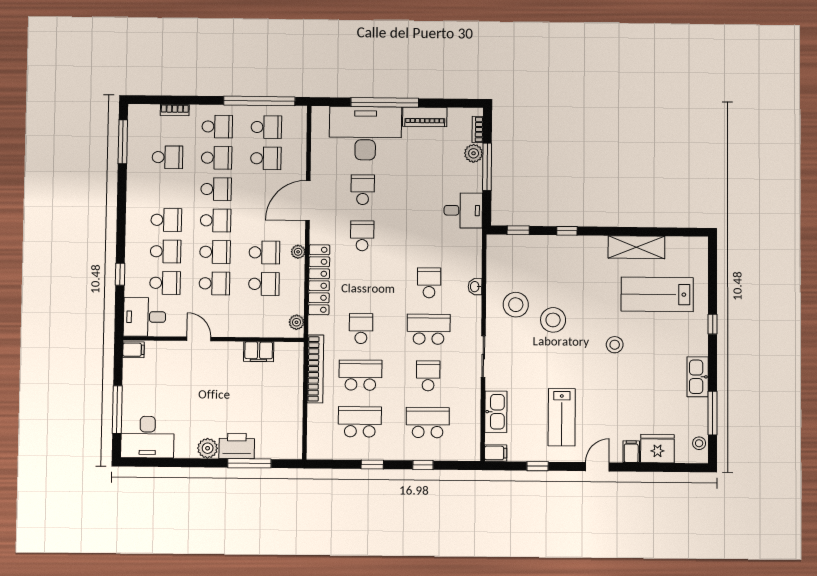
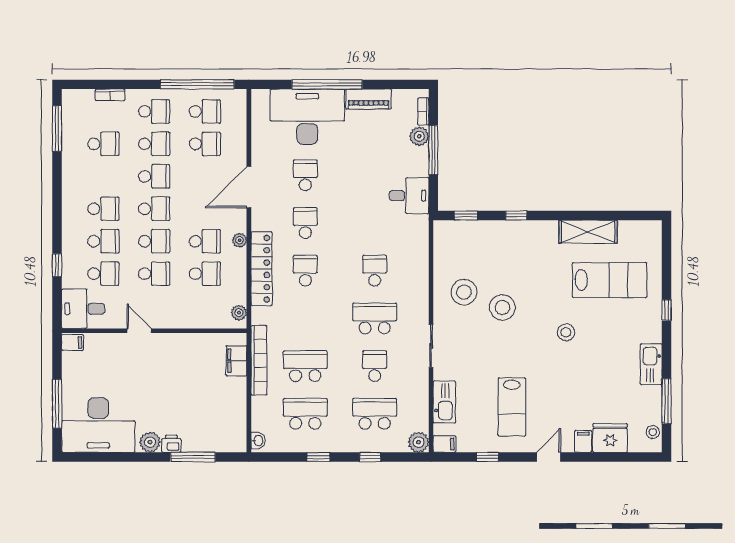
washbasin: (475, 287) -> (258, 441), moved, turned 180
lab bench: (657, 294) -> (610, 280), turned 180
school desk: (361, 329) -> (305, 271), moved
filing cabinet: (259, 352) -> (236, 361), moved, turned 90
desk: (147, 437) -> (98, 425), width x1.36, depth x1.30
printer: (237, 446) -> (171, 444), width x0.53, depth x0.68
plant: (470, 451) -> (419, 442), added

